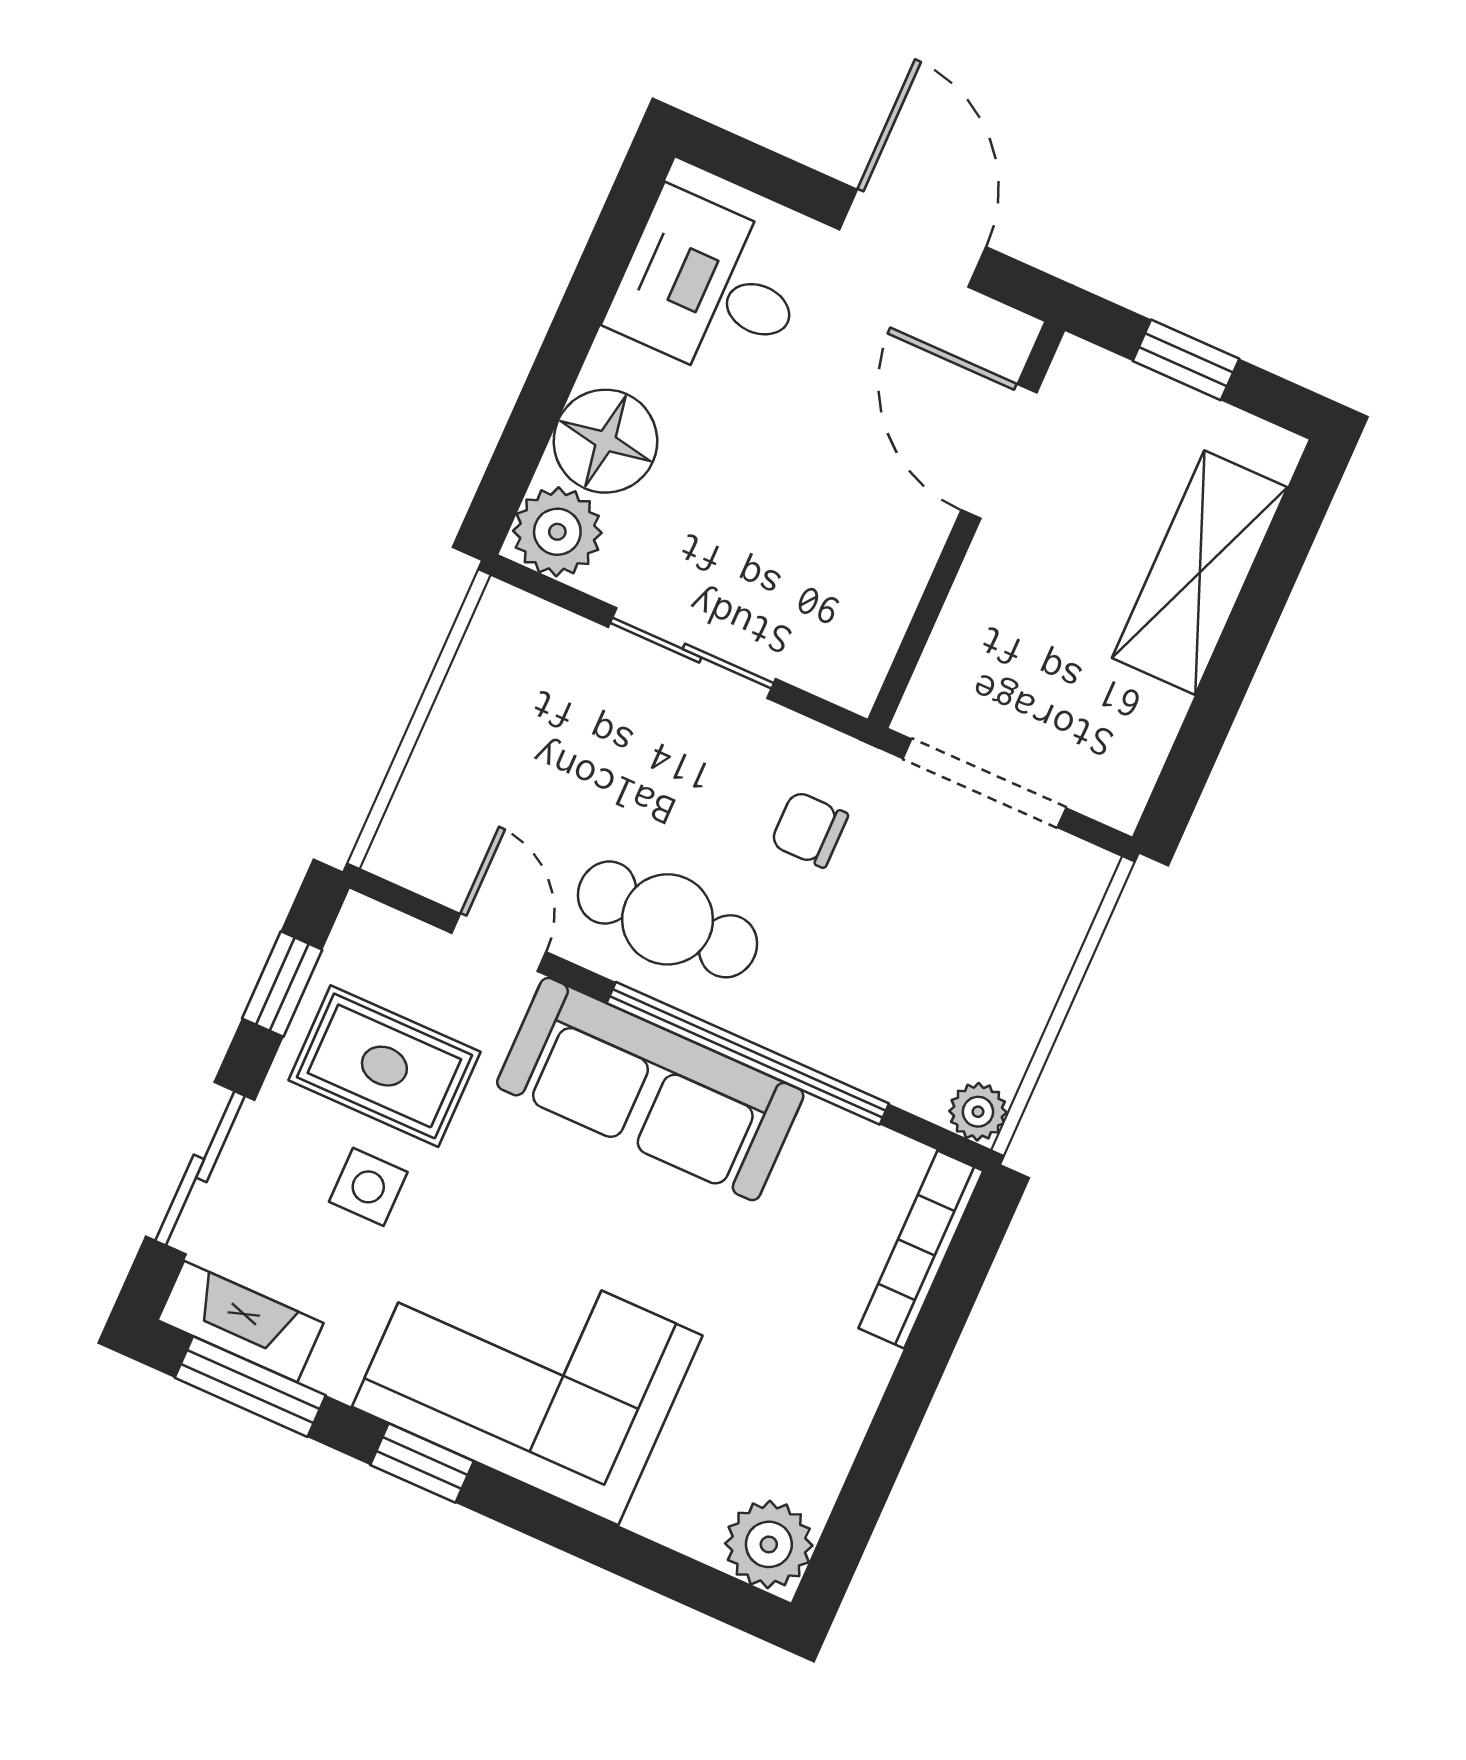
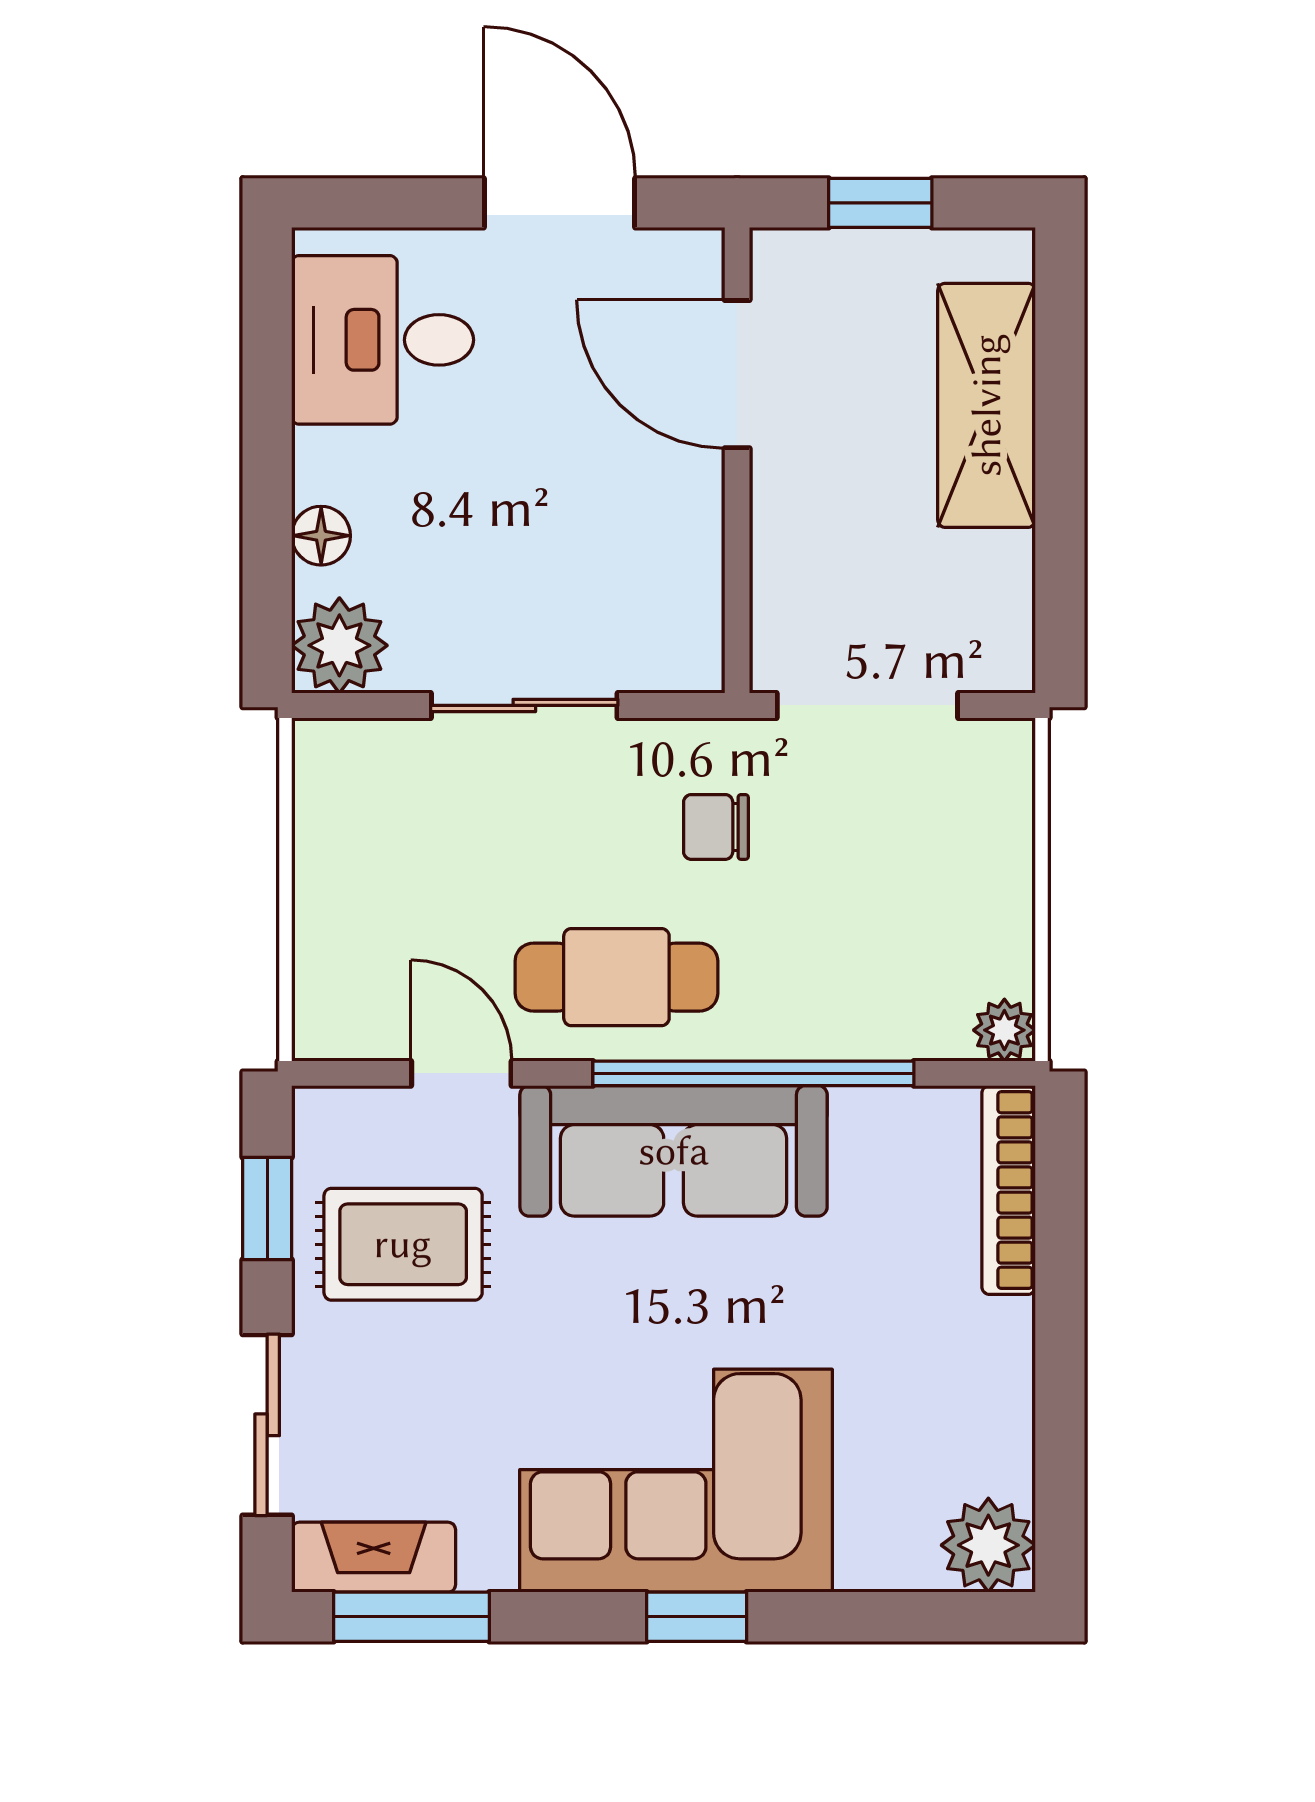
floor lamp: (605, 441) -> (321, 536), width x0.53, depth x0.53
side table: (368, 1187) -> (440, 1370), removed
window: (422, 1463) -> (697, 1617), moved

